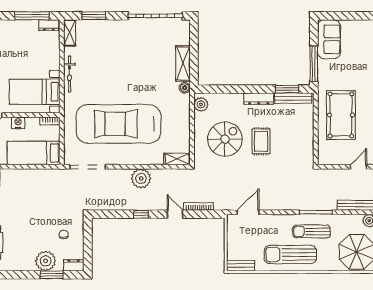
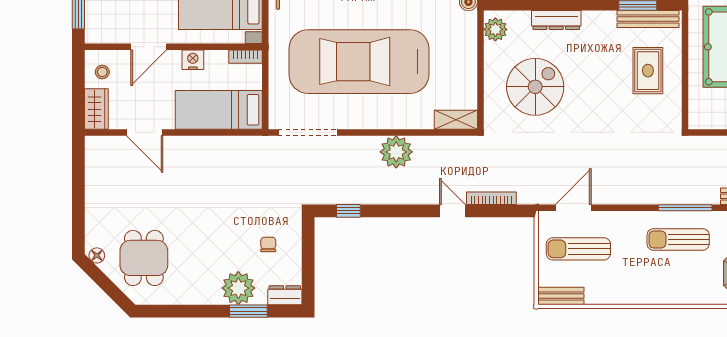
dresser: (259, 99) -> (556, 20), moved
rug: (261, 141) -> (648, 71), moved
window: (141, 214) -> (348, 211), moved
sun lounger: (290, 254) -> (578, 249), moved, width x0.73, depth x0.75

